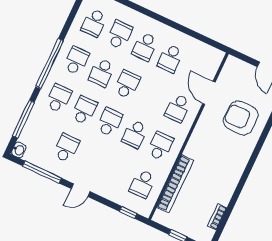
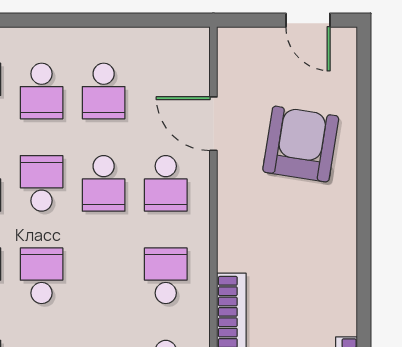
armchair: (241, 118) -> (301, 144), turned 99
school desk: (135, 134) -> (104, 183), moved

